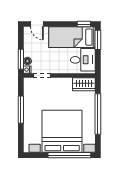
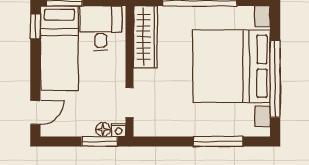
wardrobe: (84, 84) -> (145, 37), width x1.50
window: (21, 110) -> (218, 142), moved
window: (69, 155) -> (275, 79), moved

